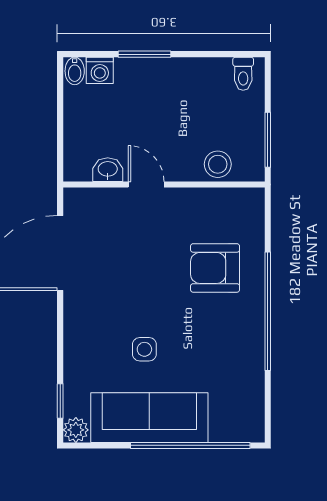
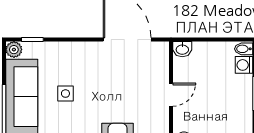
washbasin: (108, 170) -> (182, 49), moved, turned 90

